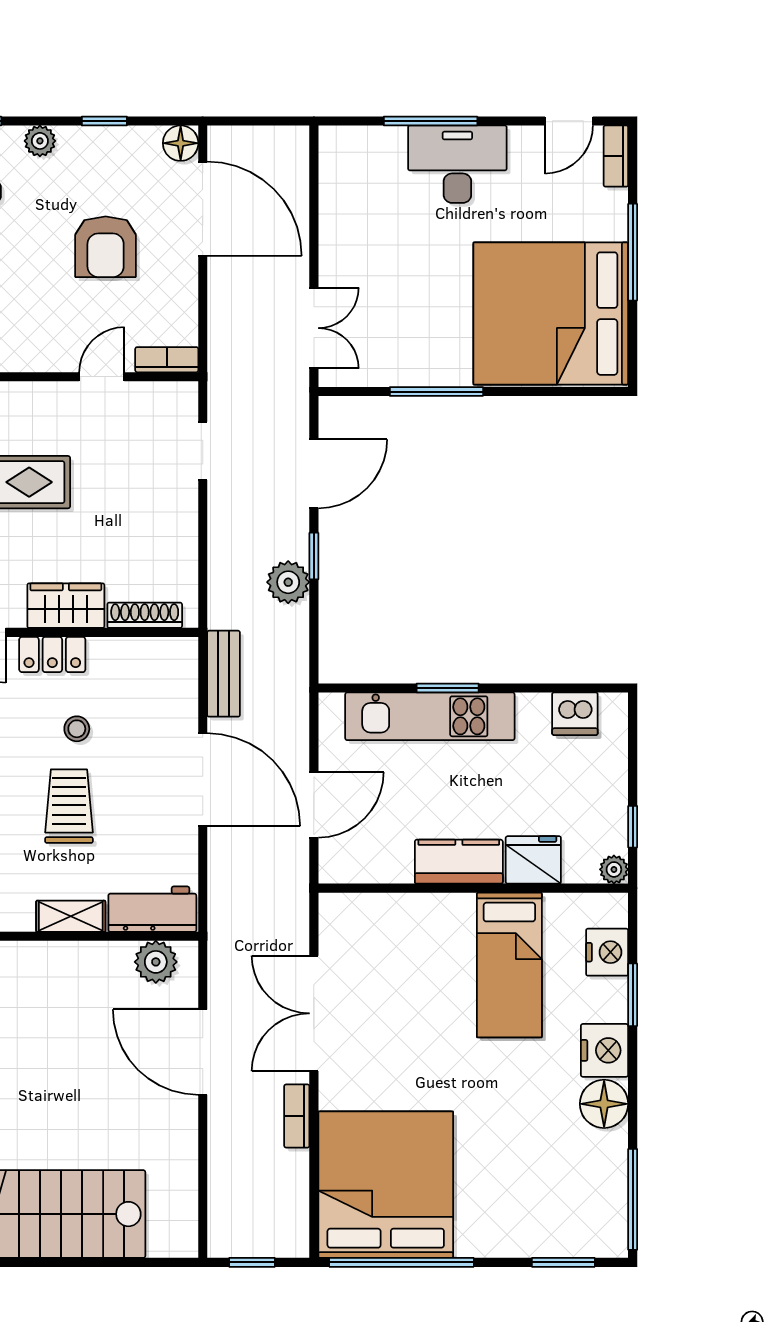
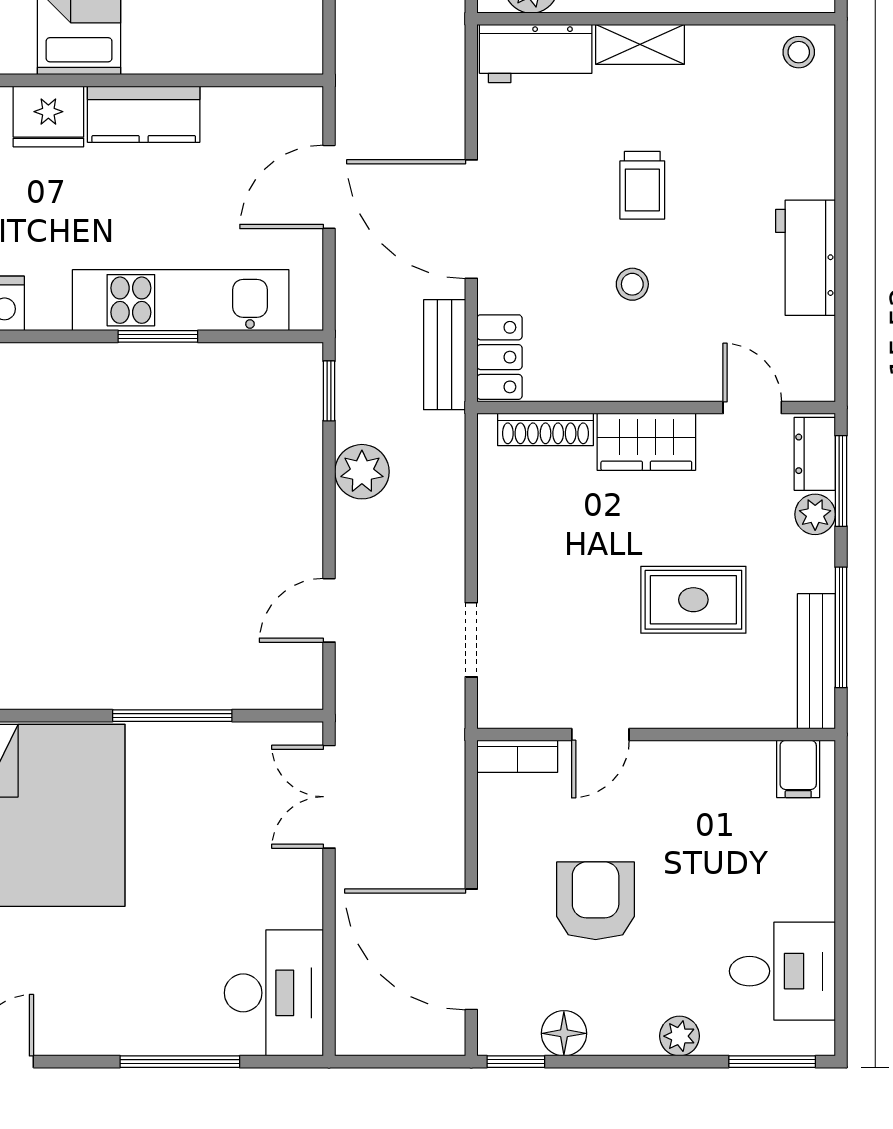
window: (104, 121) -> (516, 1062), moved
floor lamp: (181, 143) -> (564, 1033), moved
desk: (457, 164) -> (274, 993), moved, turned -90
door: (314, 474) -> (329, 610), width x0.73
window: (314, 556) -> (329, 391), moved
locker: (52, 655) -> (500, 357), moved, turned 90
trolley: (69, 806) -> (642, 185), width x0.73, depth x0.72

